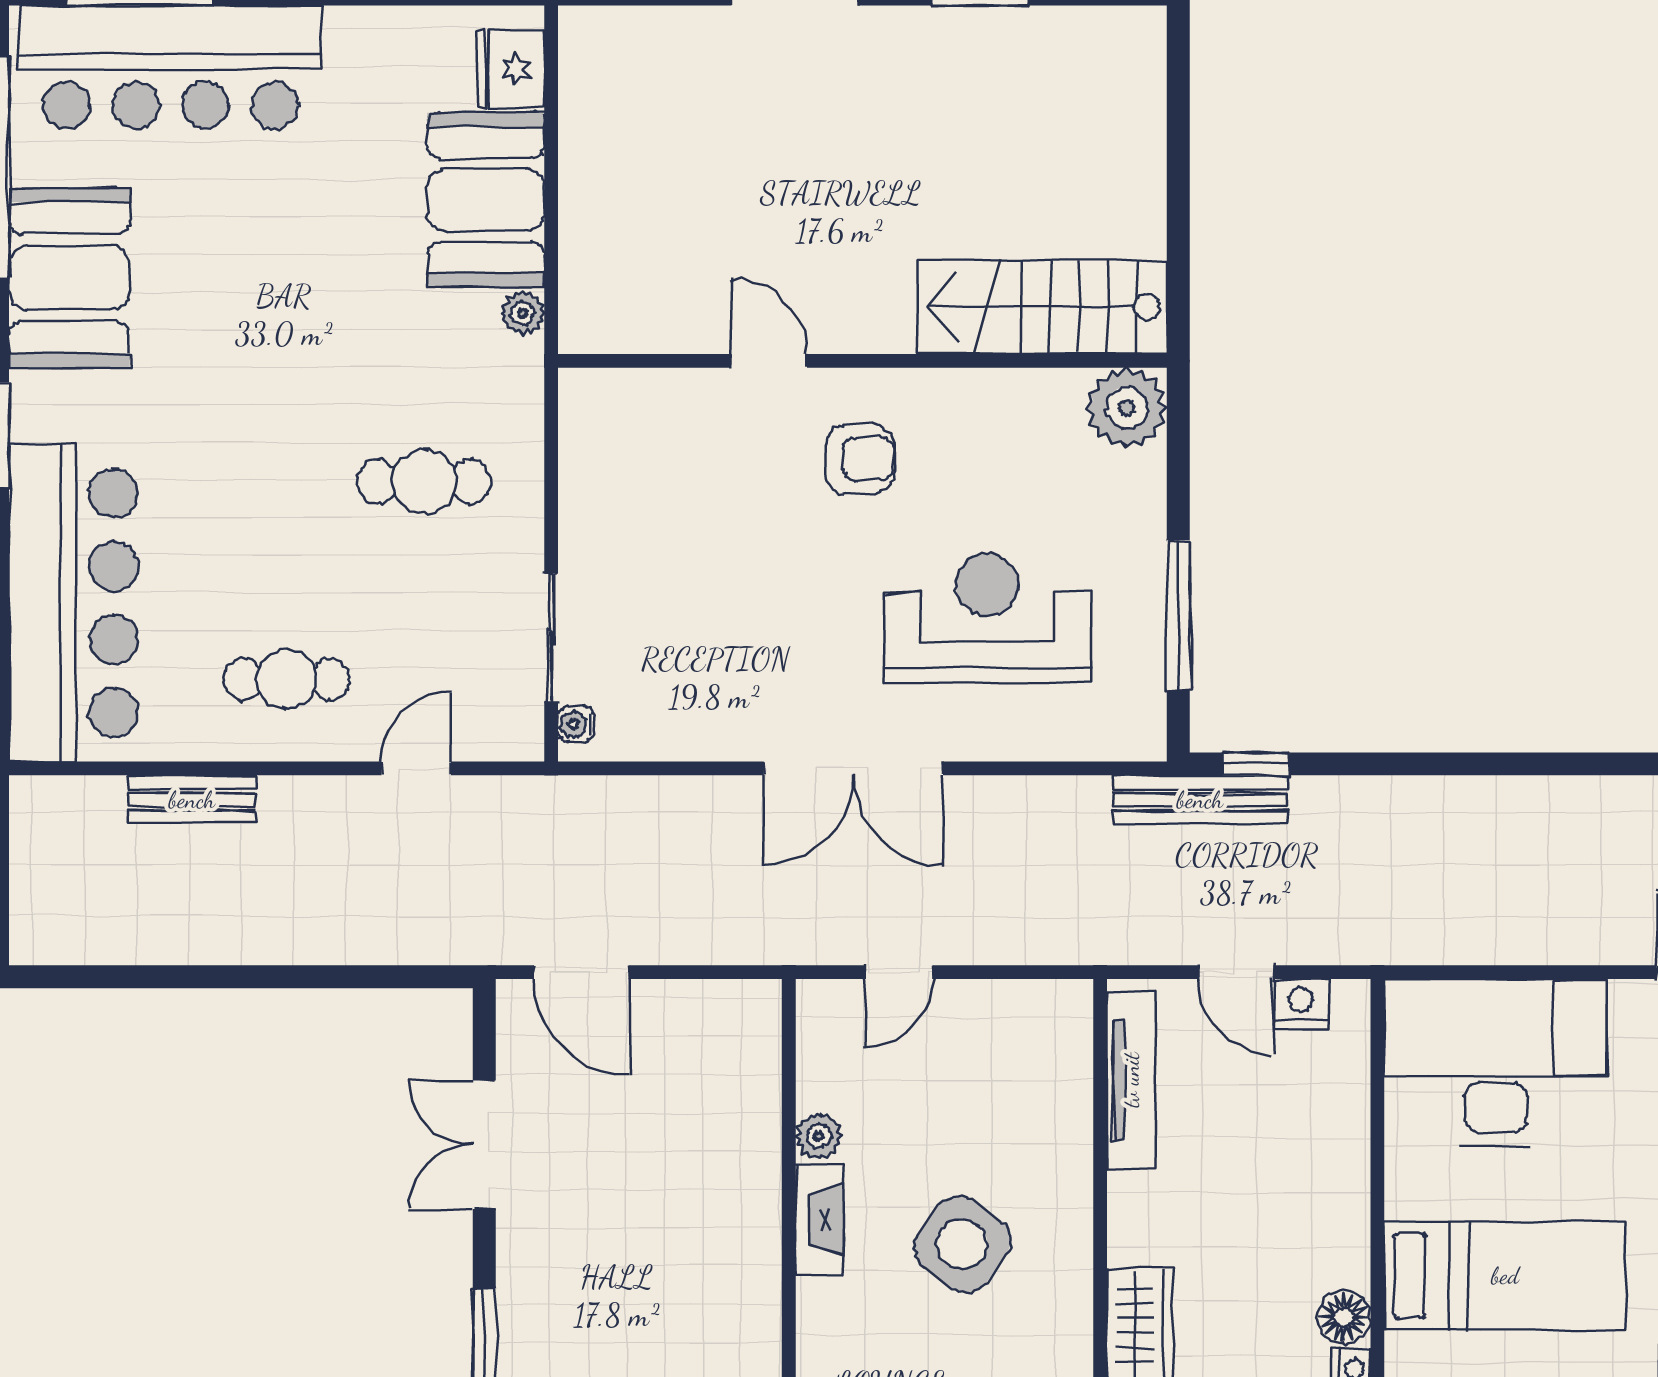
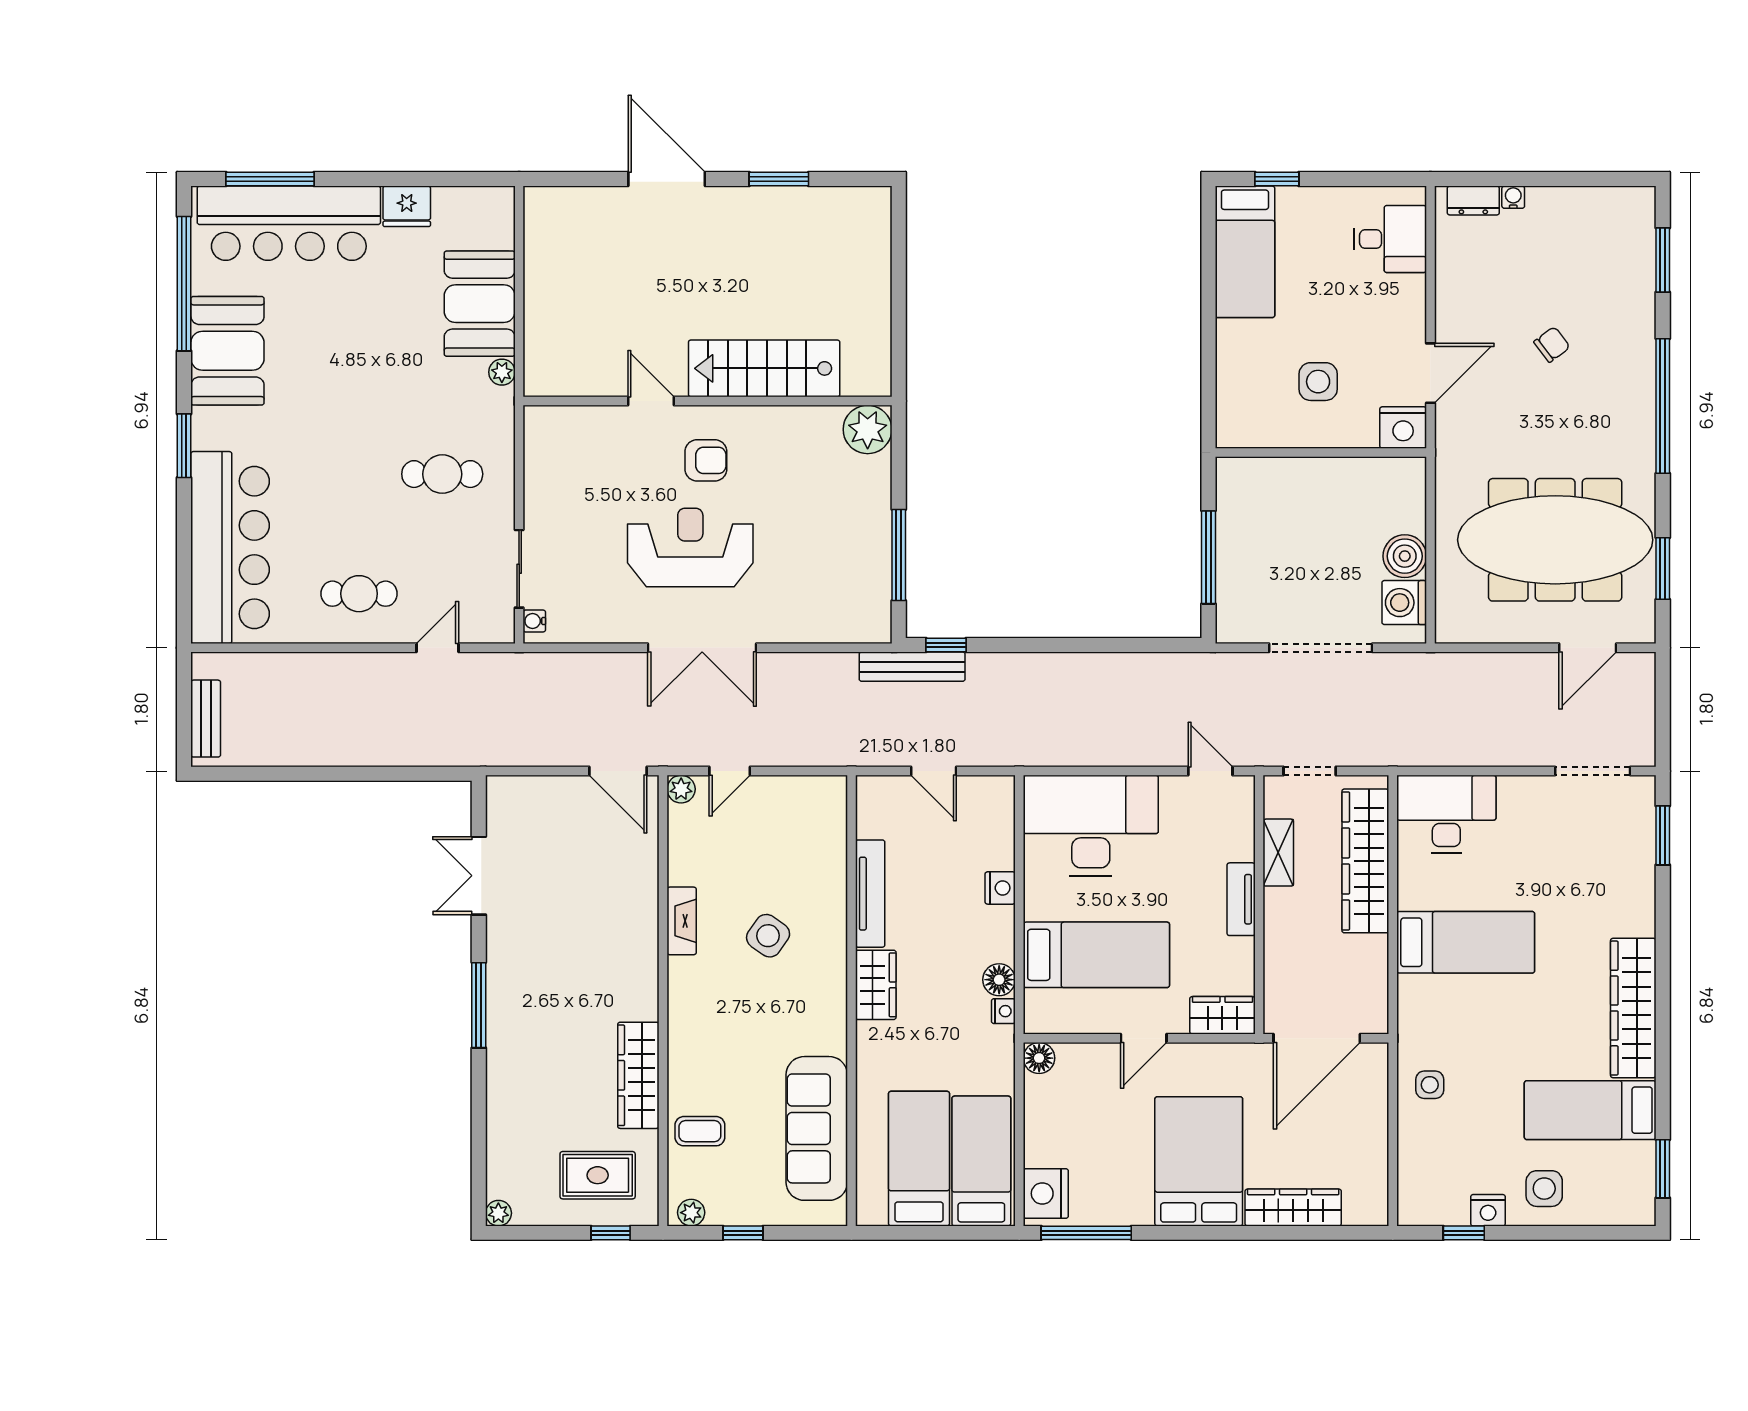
fridge: (511, 69) -> (407, 206), moved, turned -90
stairs: (1042, 307) -> (764, 368), moved
reception desk: (987, 618) -> (690, 547), moved
bench: (192, 800) -> (206, 719), moved, turned 90
door: (582, 972) -> (618, 771), moved
nightstand: (1301, 1004) -> (1000, 888), moved, turned 90
tv unit: (1131, 1080) -> (870, 894), moved
plant: (819, 1136) -> (681, 789), moved
side table: (962, 1244) -> (768, 936), width x0.73, depth x0.73

